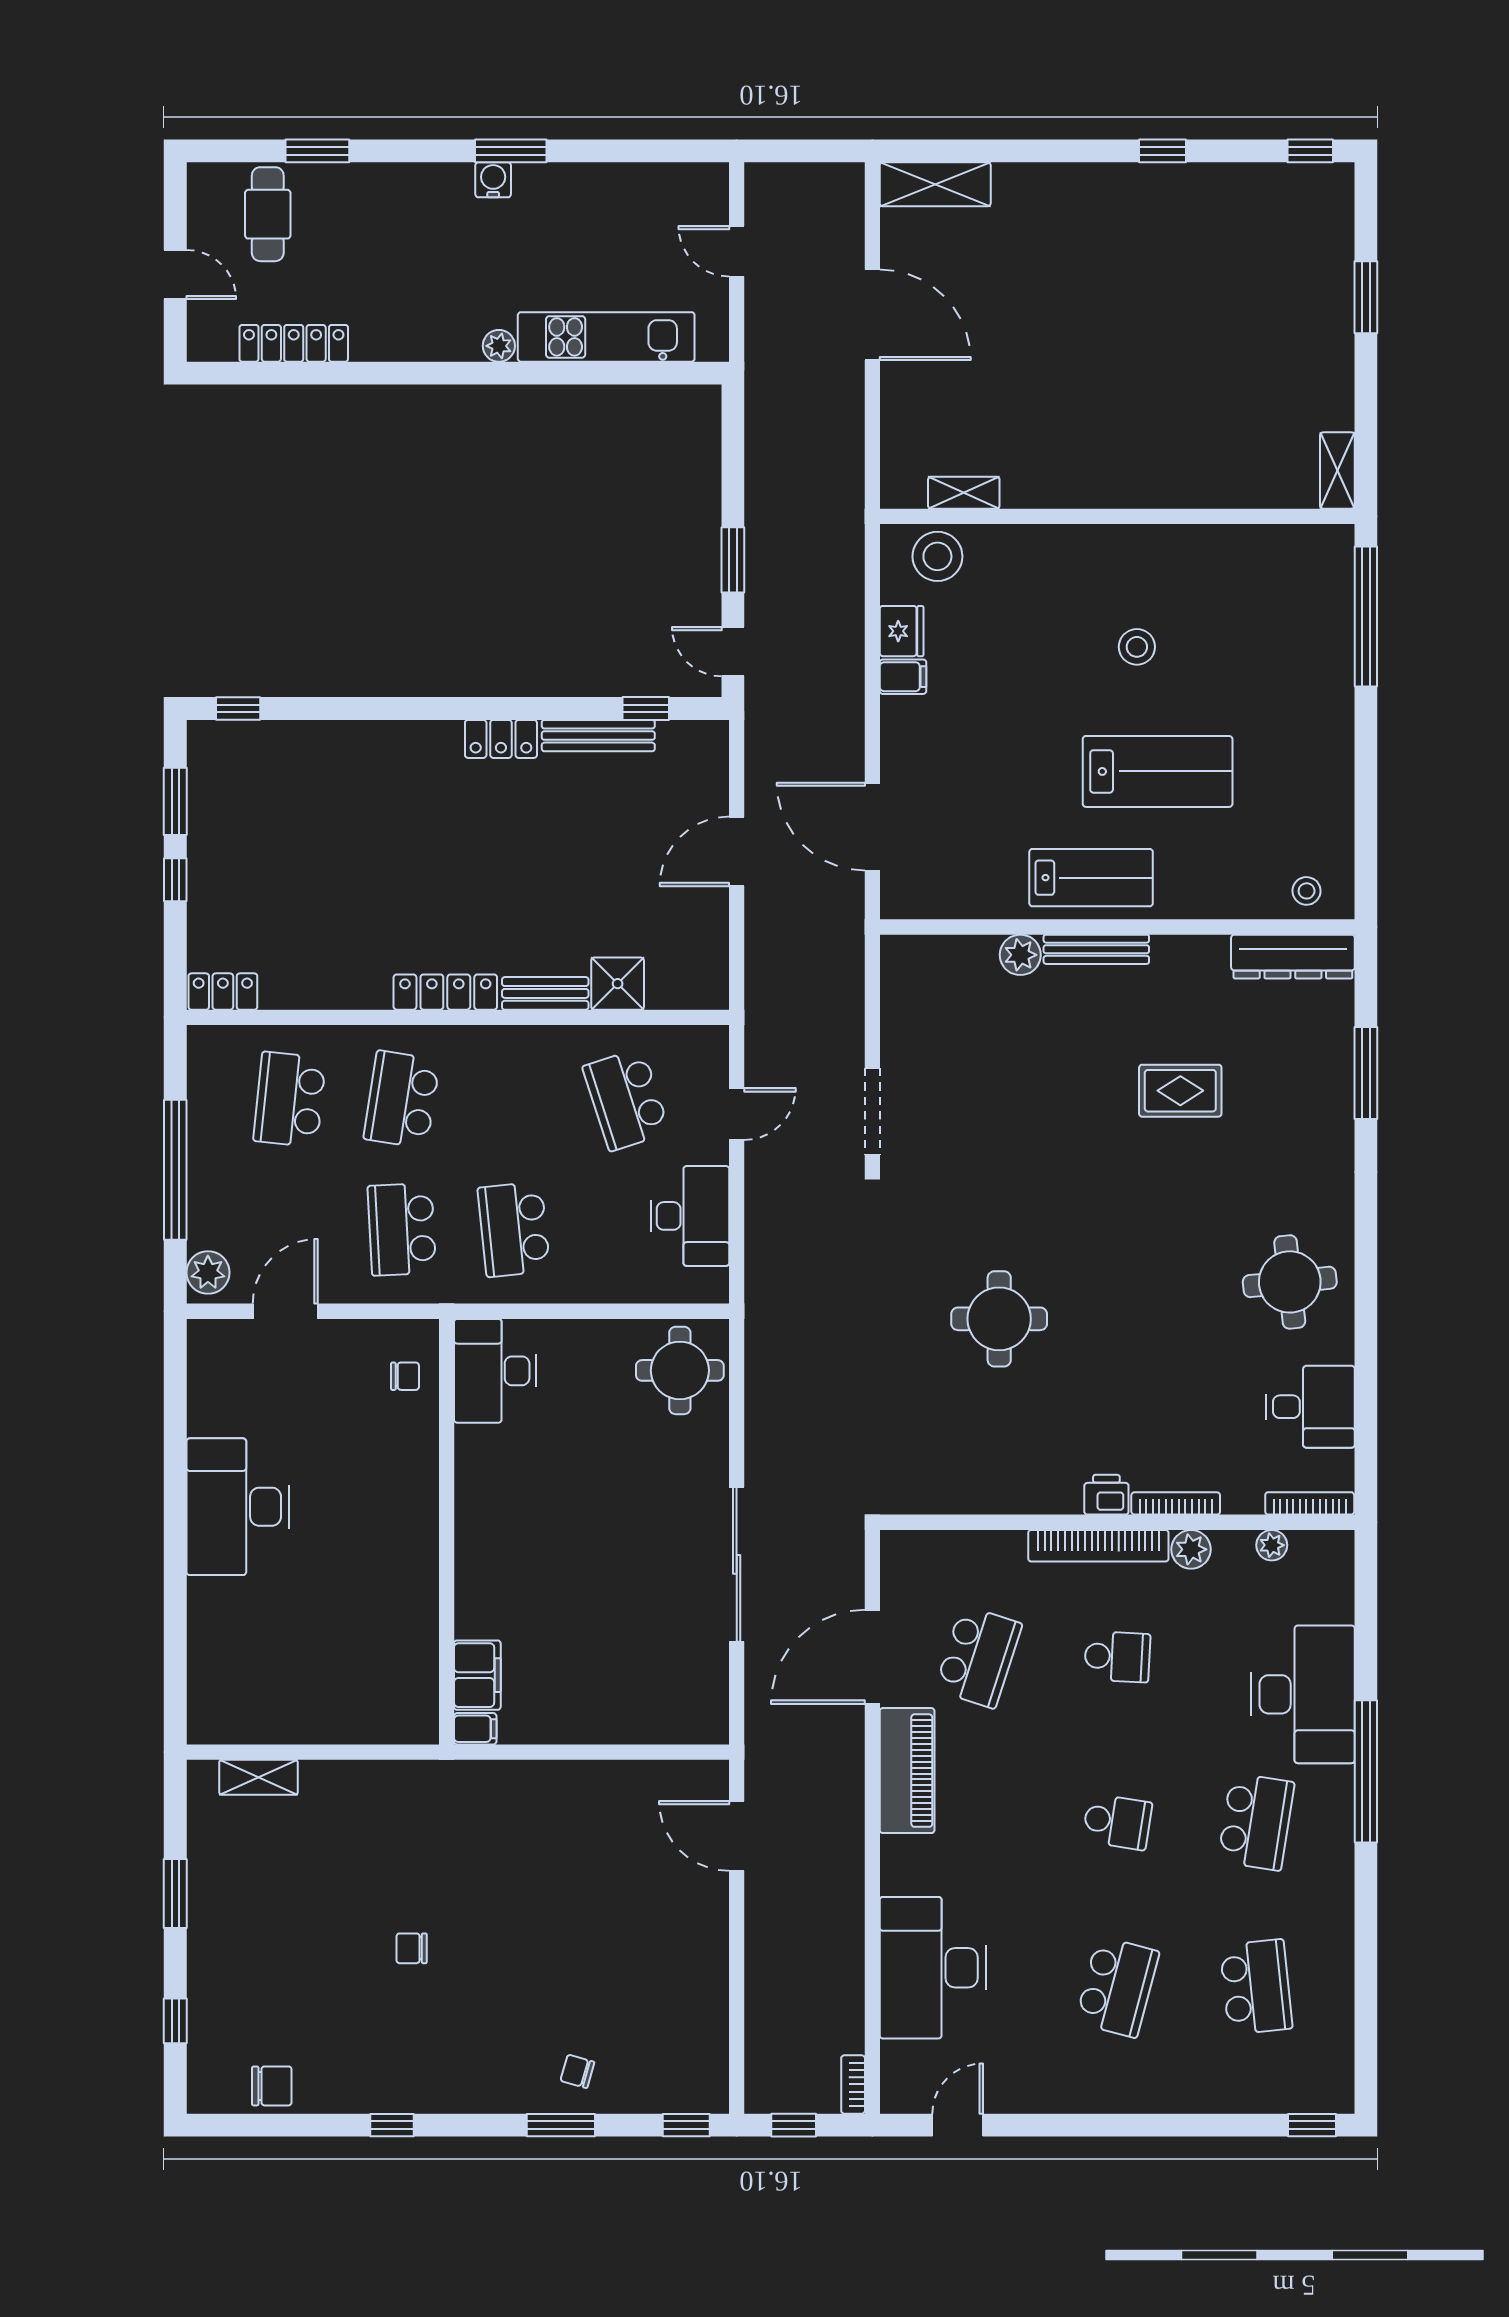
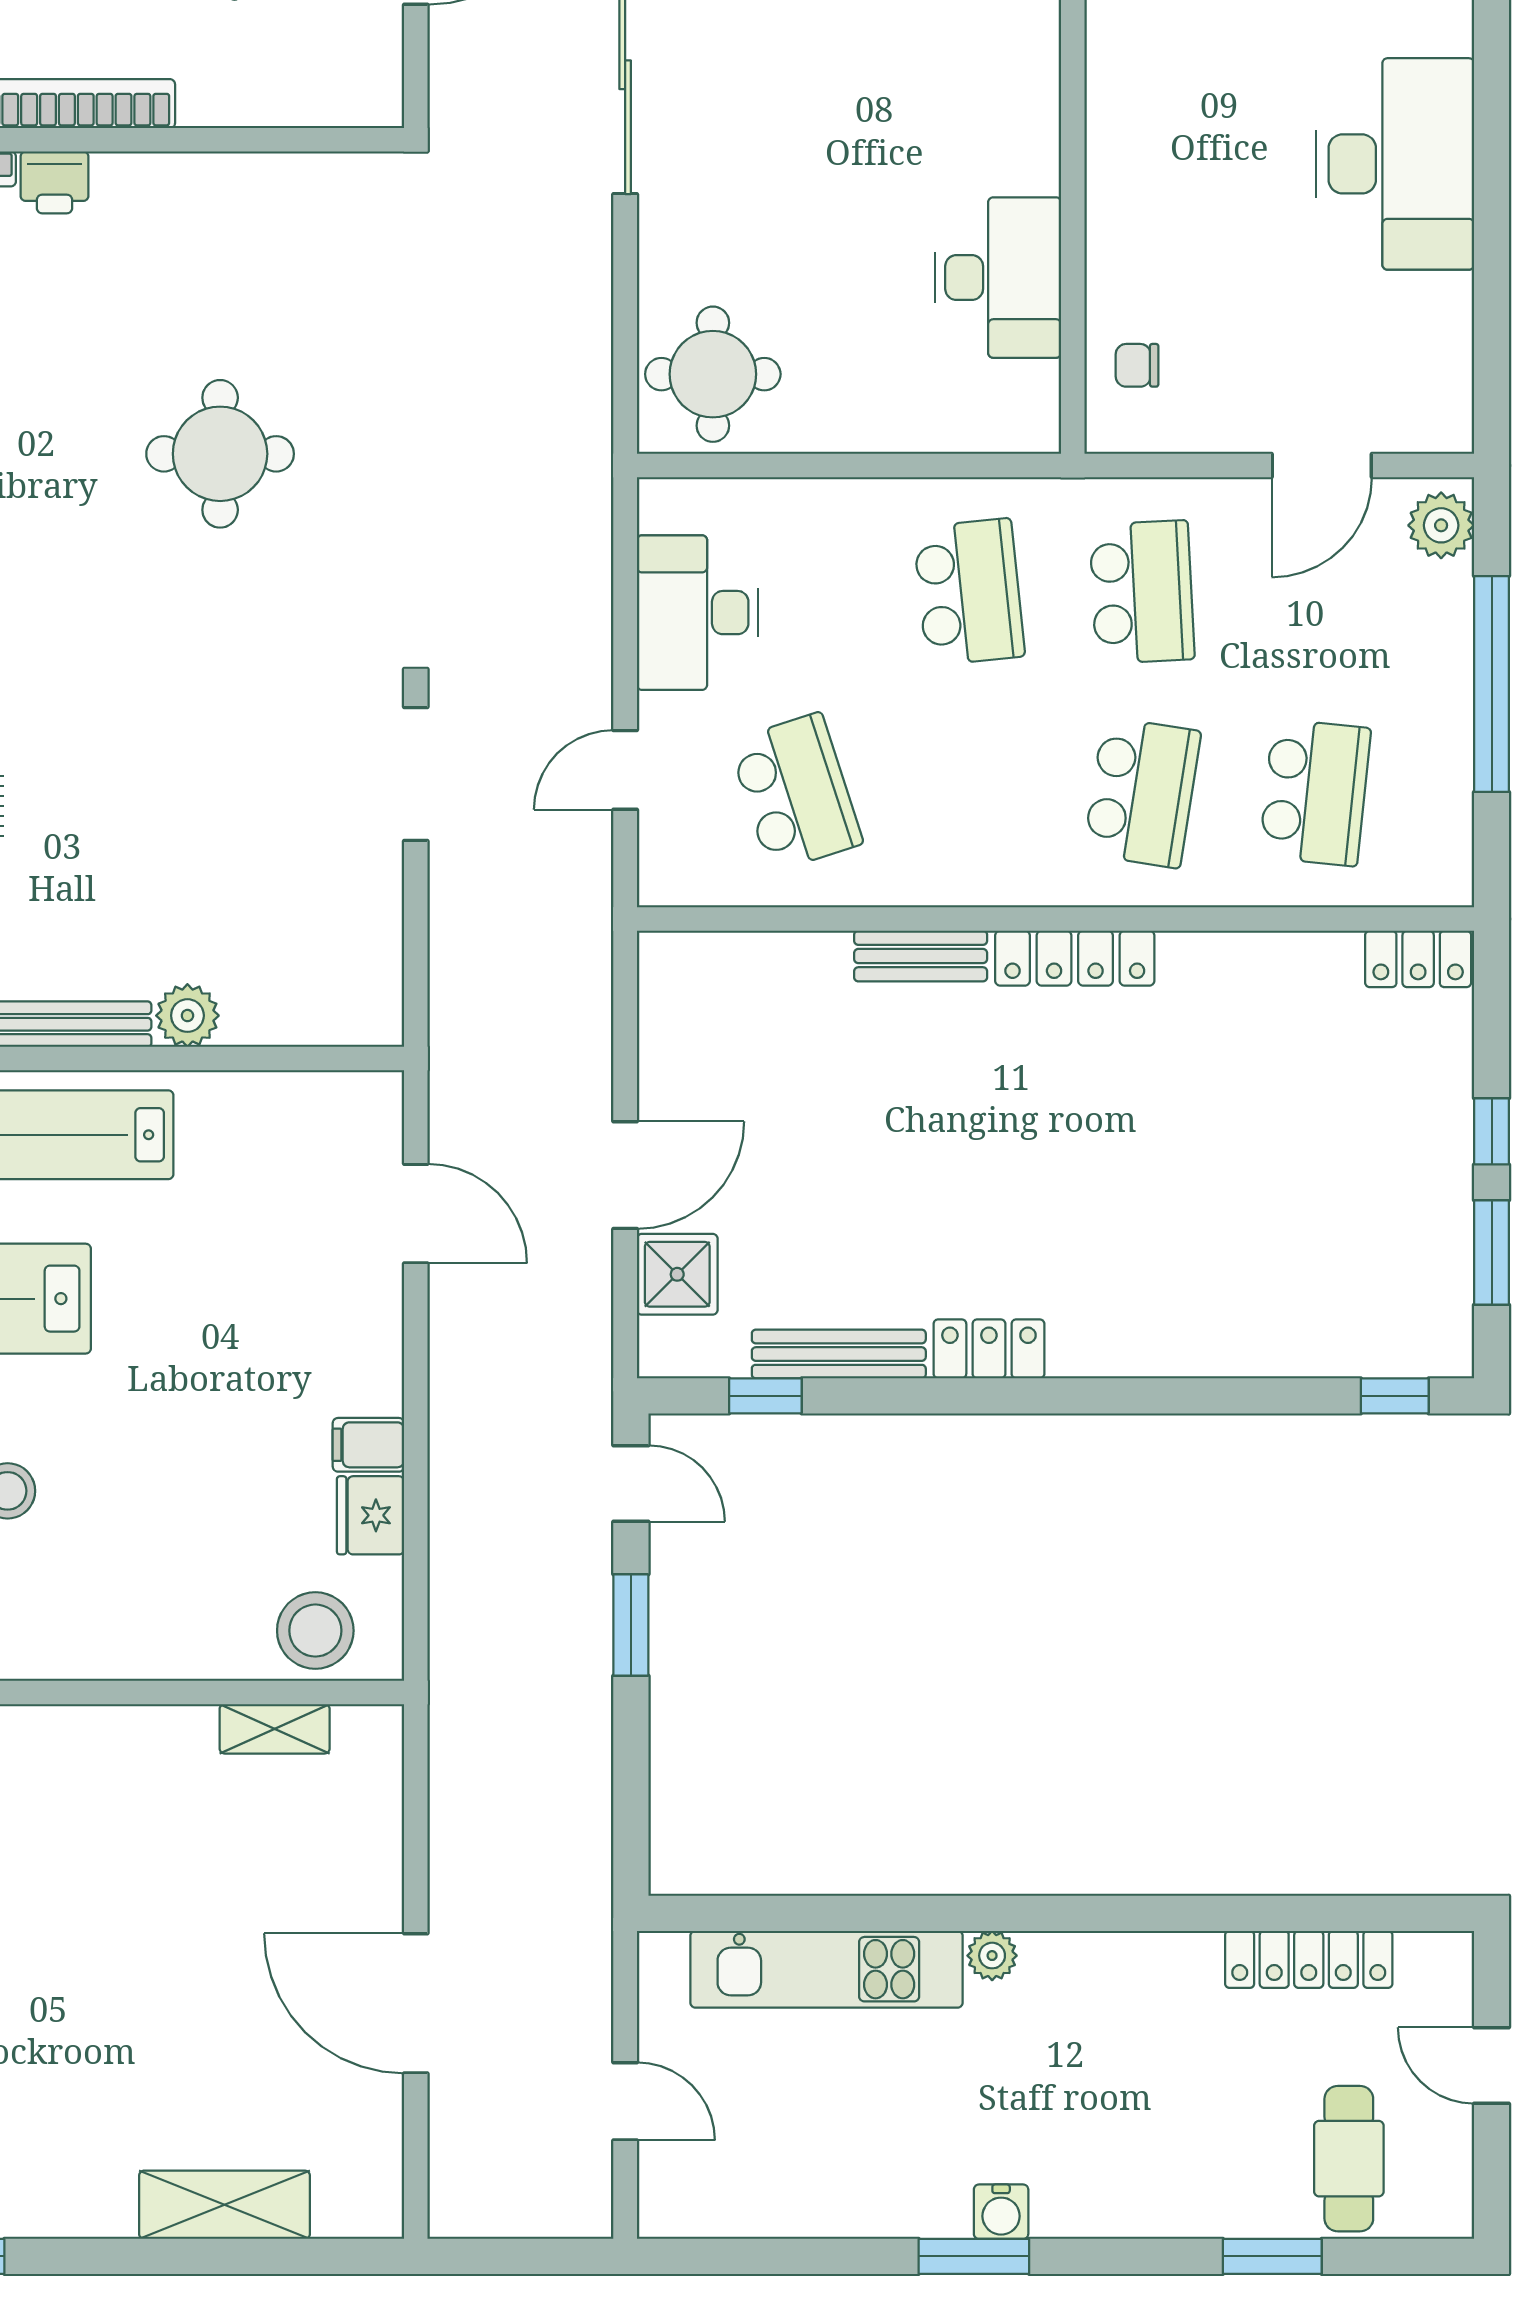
shelving: (935, 184) -> (224, 2205), moved
door: (872, 827) -> (416, 1214), width x0.73
shower: (618, 984) -> (677, 1274), moved
desk: (495, 1371) -> (998, 278), moved

